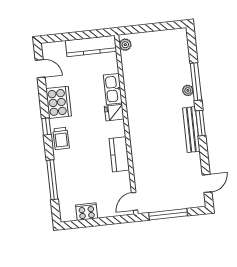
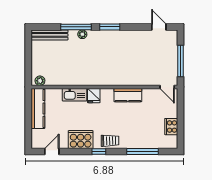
bench: (191, 130) -> (50, 35), moved

